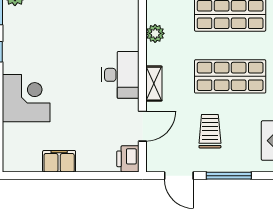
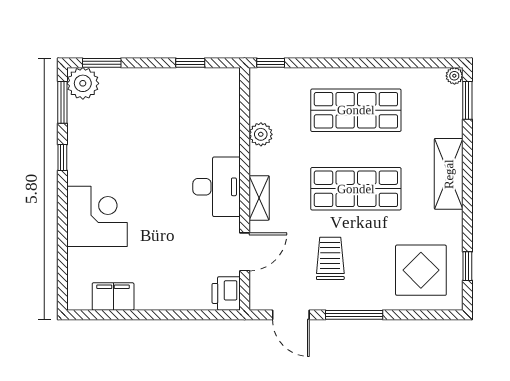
filing cabinet: (59, 161) -> (113, 296), moved

